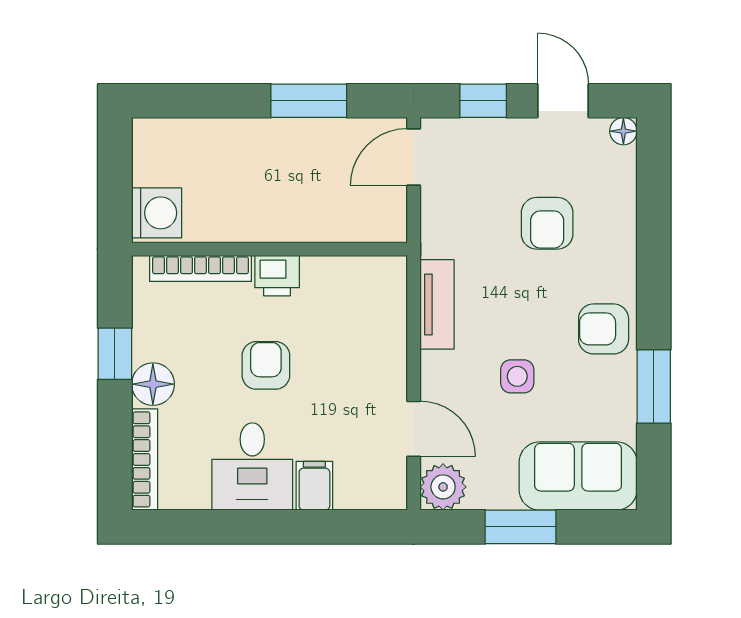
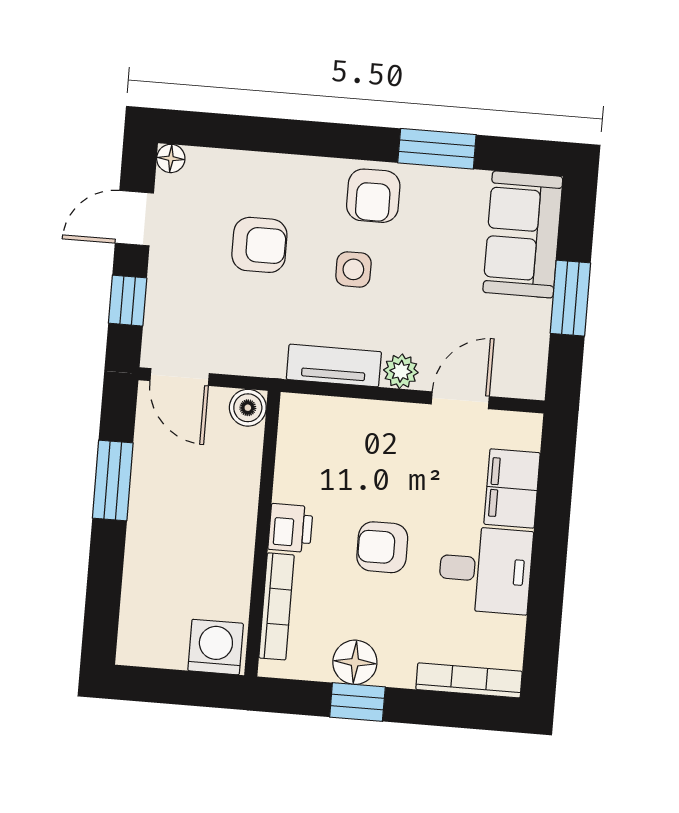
boiler: (390, 225) -> (248, 408), added
side table: (517, 376) -> (353, 269), moved
floor lamp: (153, 384) -> (355, 662), moved
filing cabinet: (314, 486) -> (512, 488), width x2.00
plant: (443, 487) -> (401, 371), moved, width x0.73, depth x0.73

